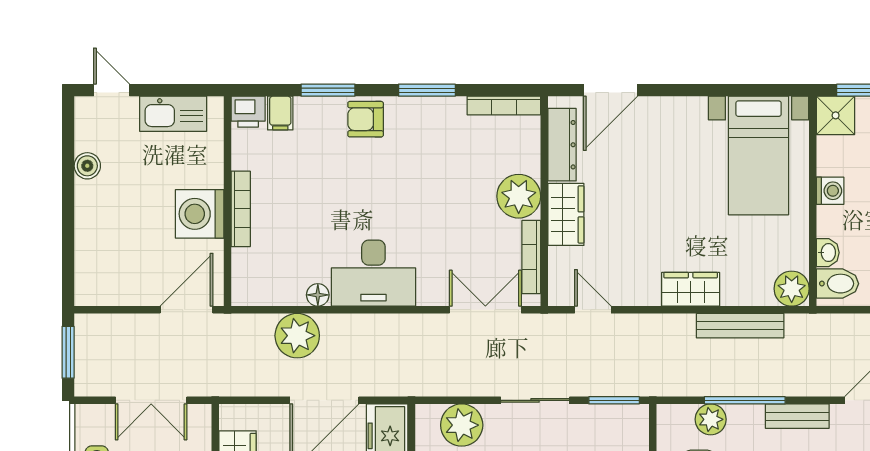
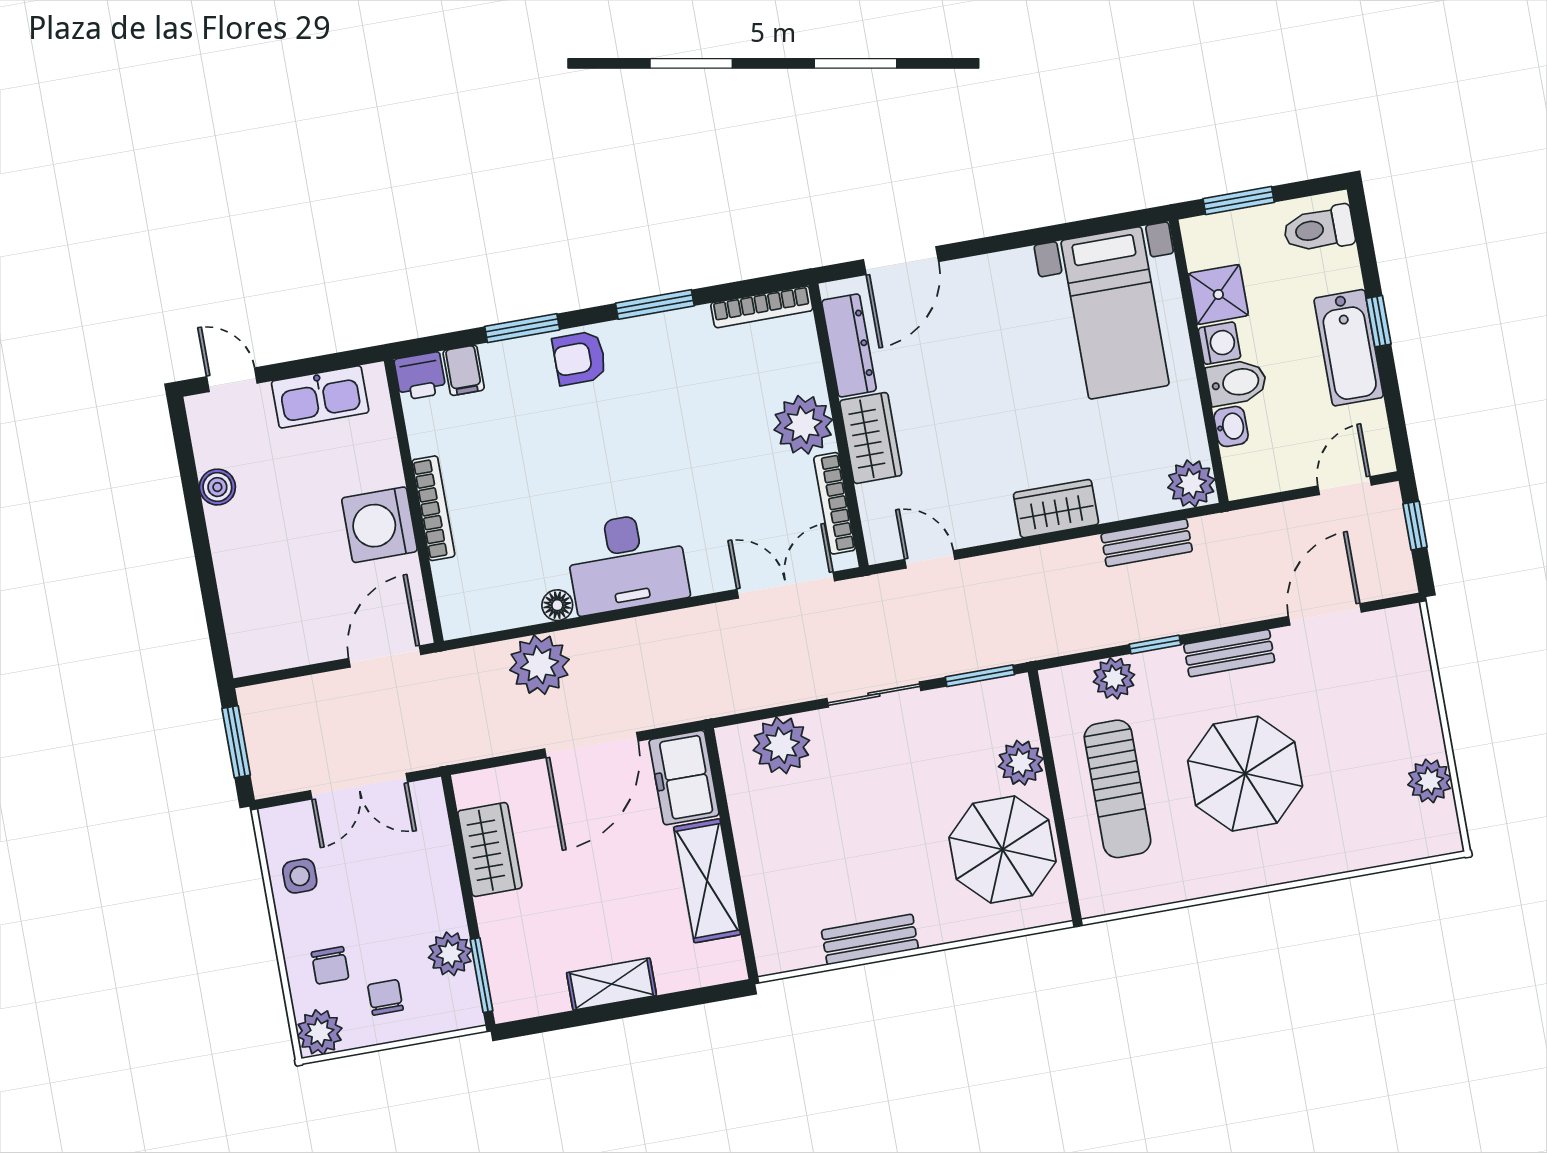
shower: (836, 115) -> (1218, 294), moved
bidet: (838, 284) -> (1237, 383), moved
bench: (740, 326) -> (1147, 543), width x0.73
window: (745, 400) -> (1155, 645), width x0.46

